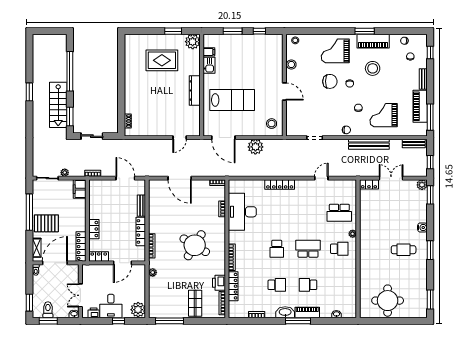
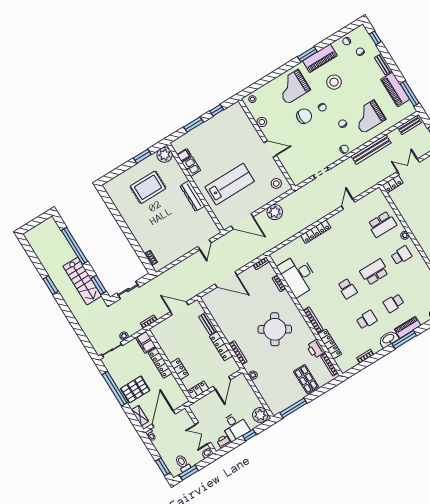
locker: (81, 247) -> (160, 363), moved

